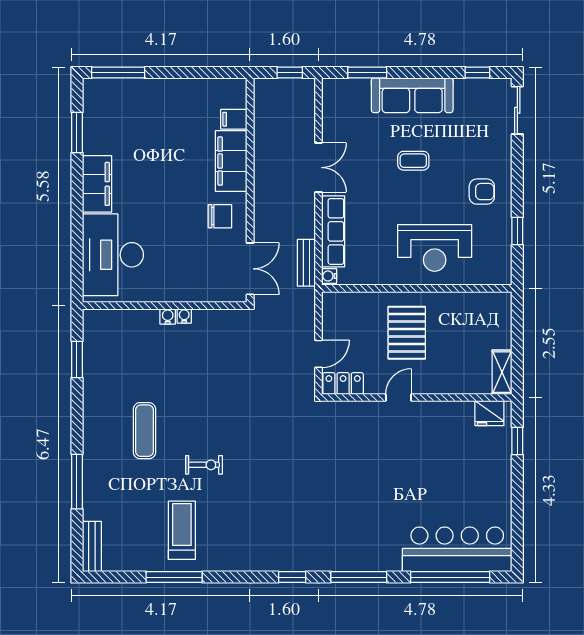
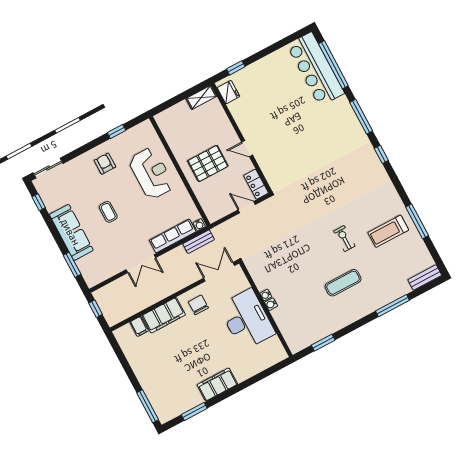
double door: (319, 168) -> (141, 264), swing flipped
desk: (113, 255) -> (247, 320), moved, turned -90

